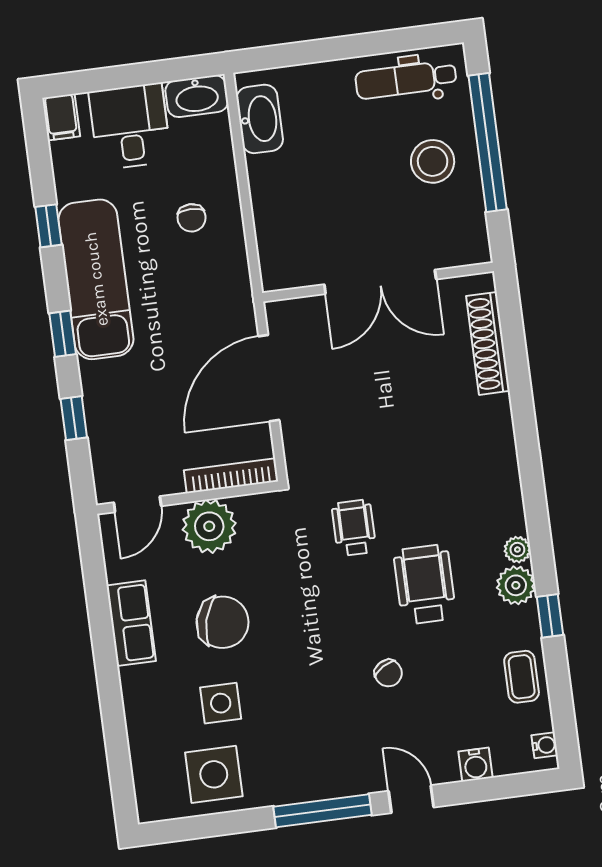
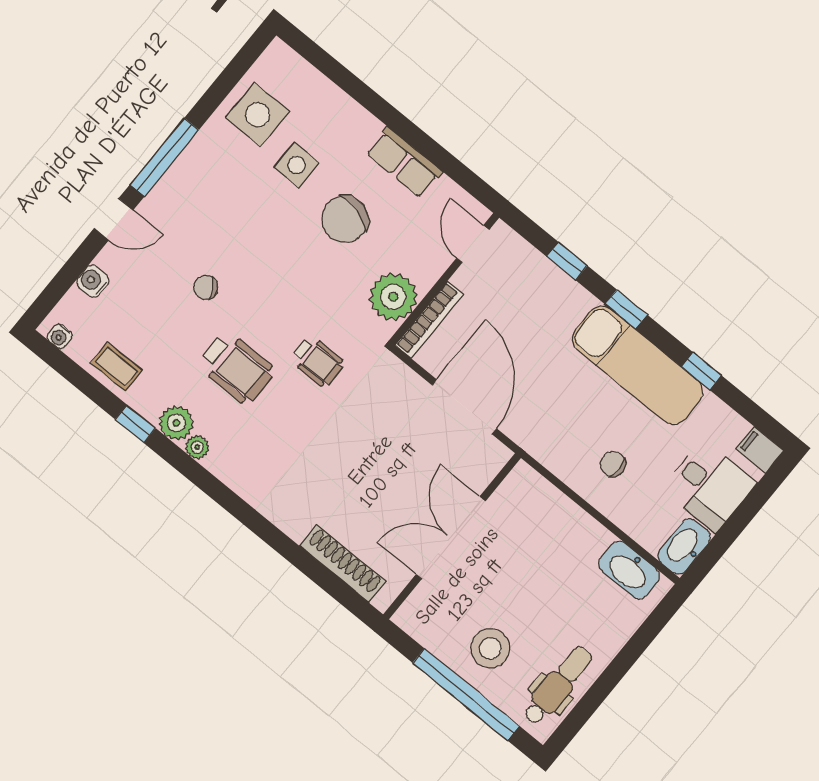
plant: (209, 526) -> (393, 297), moved

